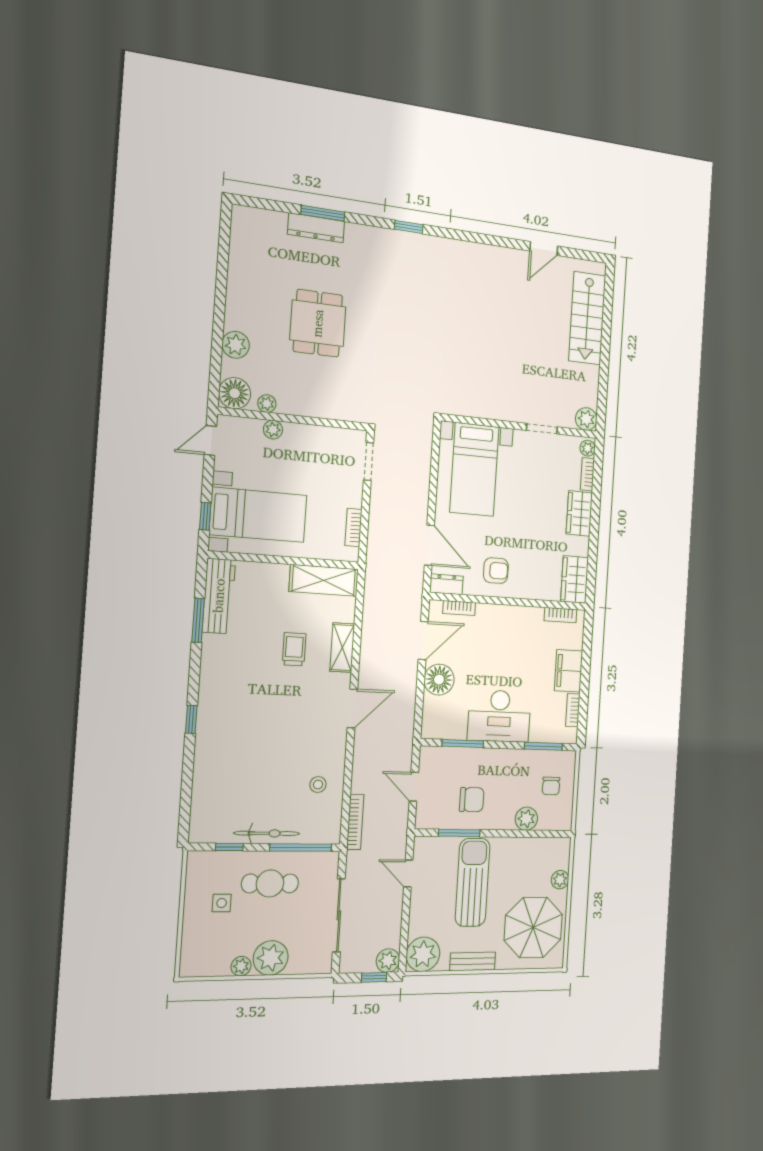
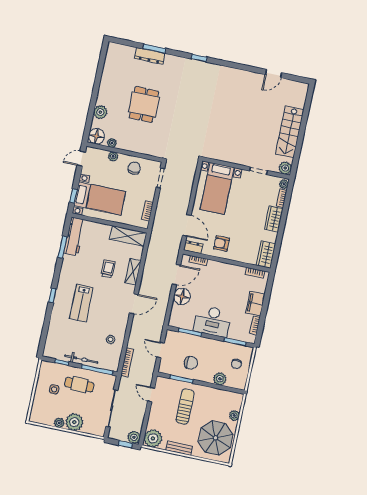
stairs: (587, 318) -> (290, 132), moved
chair: (317, 448) -> (134, 168), added
armchair: (496, 571) -> (222, 244), turned 180
lab bench: (251, 724) -> (81, 303), added
sun lounger: (473, 882) -> (185, 407), width x0.73, depth x0.75

